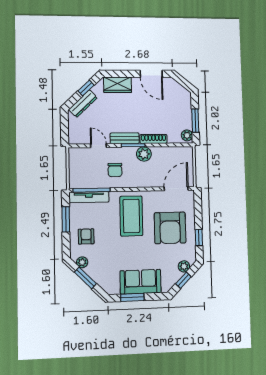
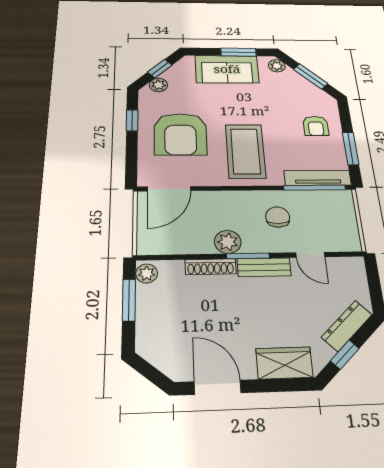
armchair: (170, 228) -> (180, 134), turned 180
plant: (82, 262) -> (277, 66), moved

